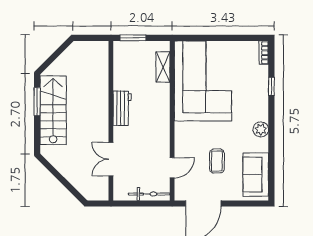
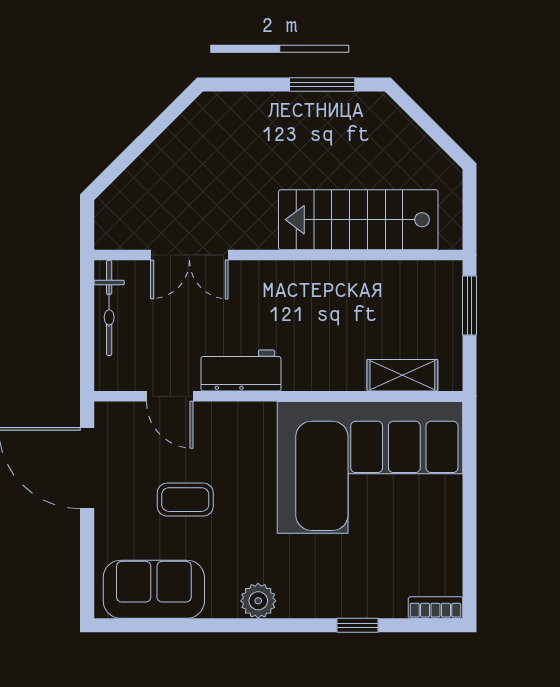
workbench: (122, 108) -> (241, 370), moved, turned 180
stairs: (53, 110) -> (358, 220), moved, turned 180
double door: (111, 159) -> (189, 255), swing flipped
bicycle: (149, 194) -> (109, 308), moved

